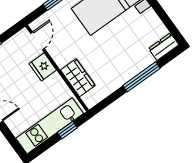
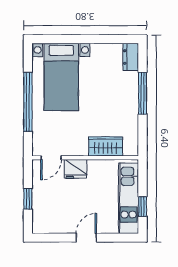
door: (37, 41) -> (51, 158), swing flipped
window: (67, 130) -> (143, 207), moved

